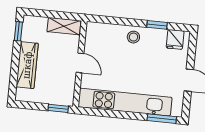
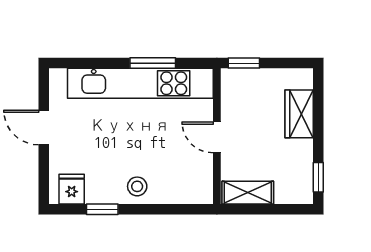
wardrobe: (27, 65) -> (299, 114), width x0.67
window: (162, 119) -> (153, 63), moved

